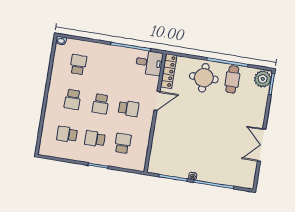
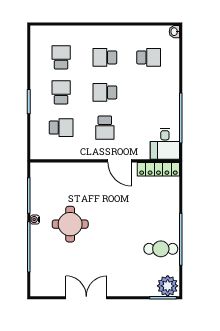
round table: (204, 78) -> (70, 224), moved

